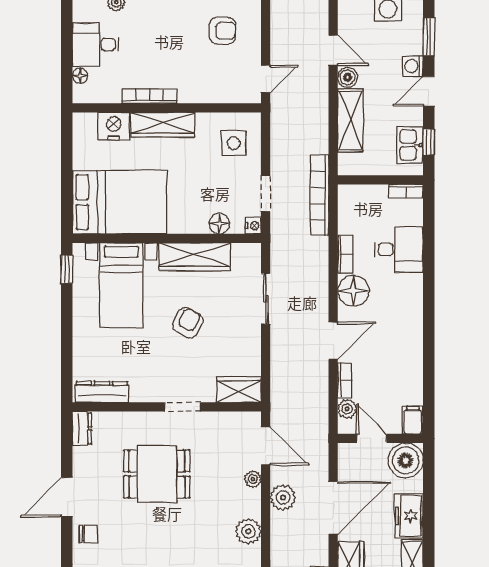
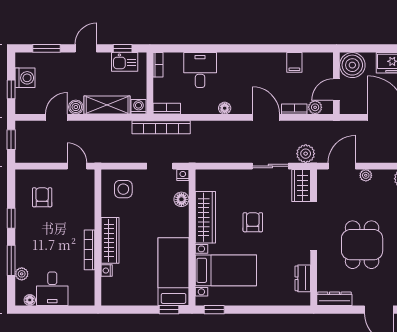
washing machine: (413, 66) -> (139, 107), moved, turned 180
floor lamp: (80, 76) -> (30, 300), moved
door: (429, 91) -> (86, 48), swing flipped
nightstand: (114, 126) -> (107, 271), width x0.53, depth x0.56
bed: (119, 202) -> (174, 272), width x0.67
window: (67, 206) -> (169, 310), added
bookcase: (345, 255) -> (167, 109), moved
floor lamp: (353, 291) -> (225, 108), width x0.53, depth x0.53
sliding door: (266, 299) -> (270, 166), moved
armchair: (188, 323) -> (253, 222), turned 63
dresser: (102, 392) -> (303, 278), width x0.70
doorway: (183, 407) -> (314, 226), width x1.87
filing cabinet: (413, 420) -> (294, 62), moved, turned -90
dresser: (82, 428) -> (334, 299), width x1.44
plant: (283, 497) -> (306, 154), moved

